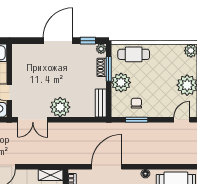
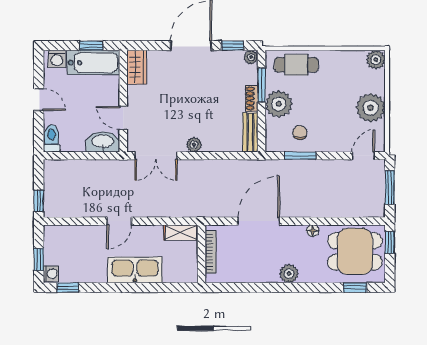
wardrobe: (19, 56) -> (137, 67), added
shoe rack: (102, 67) -> (252, 98), moved
plant: (60, 107) -> (194, 145), width x0.53, depth x0.53

